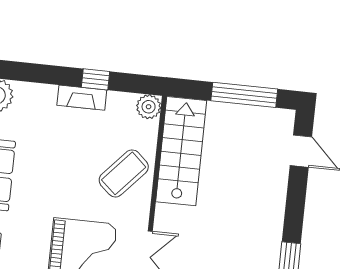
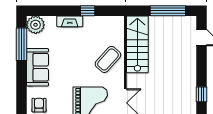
fireplace: (82, 98) -> (70, 21), moved
plant: (149, 107) -> (118, 22), removed

